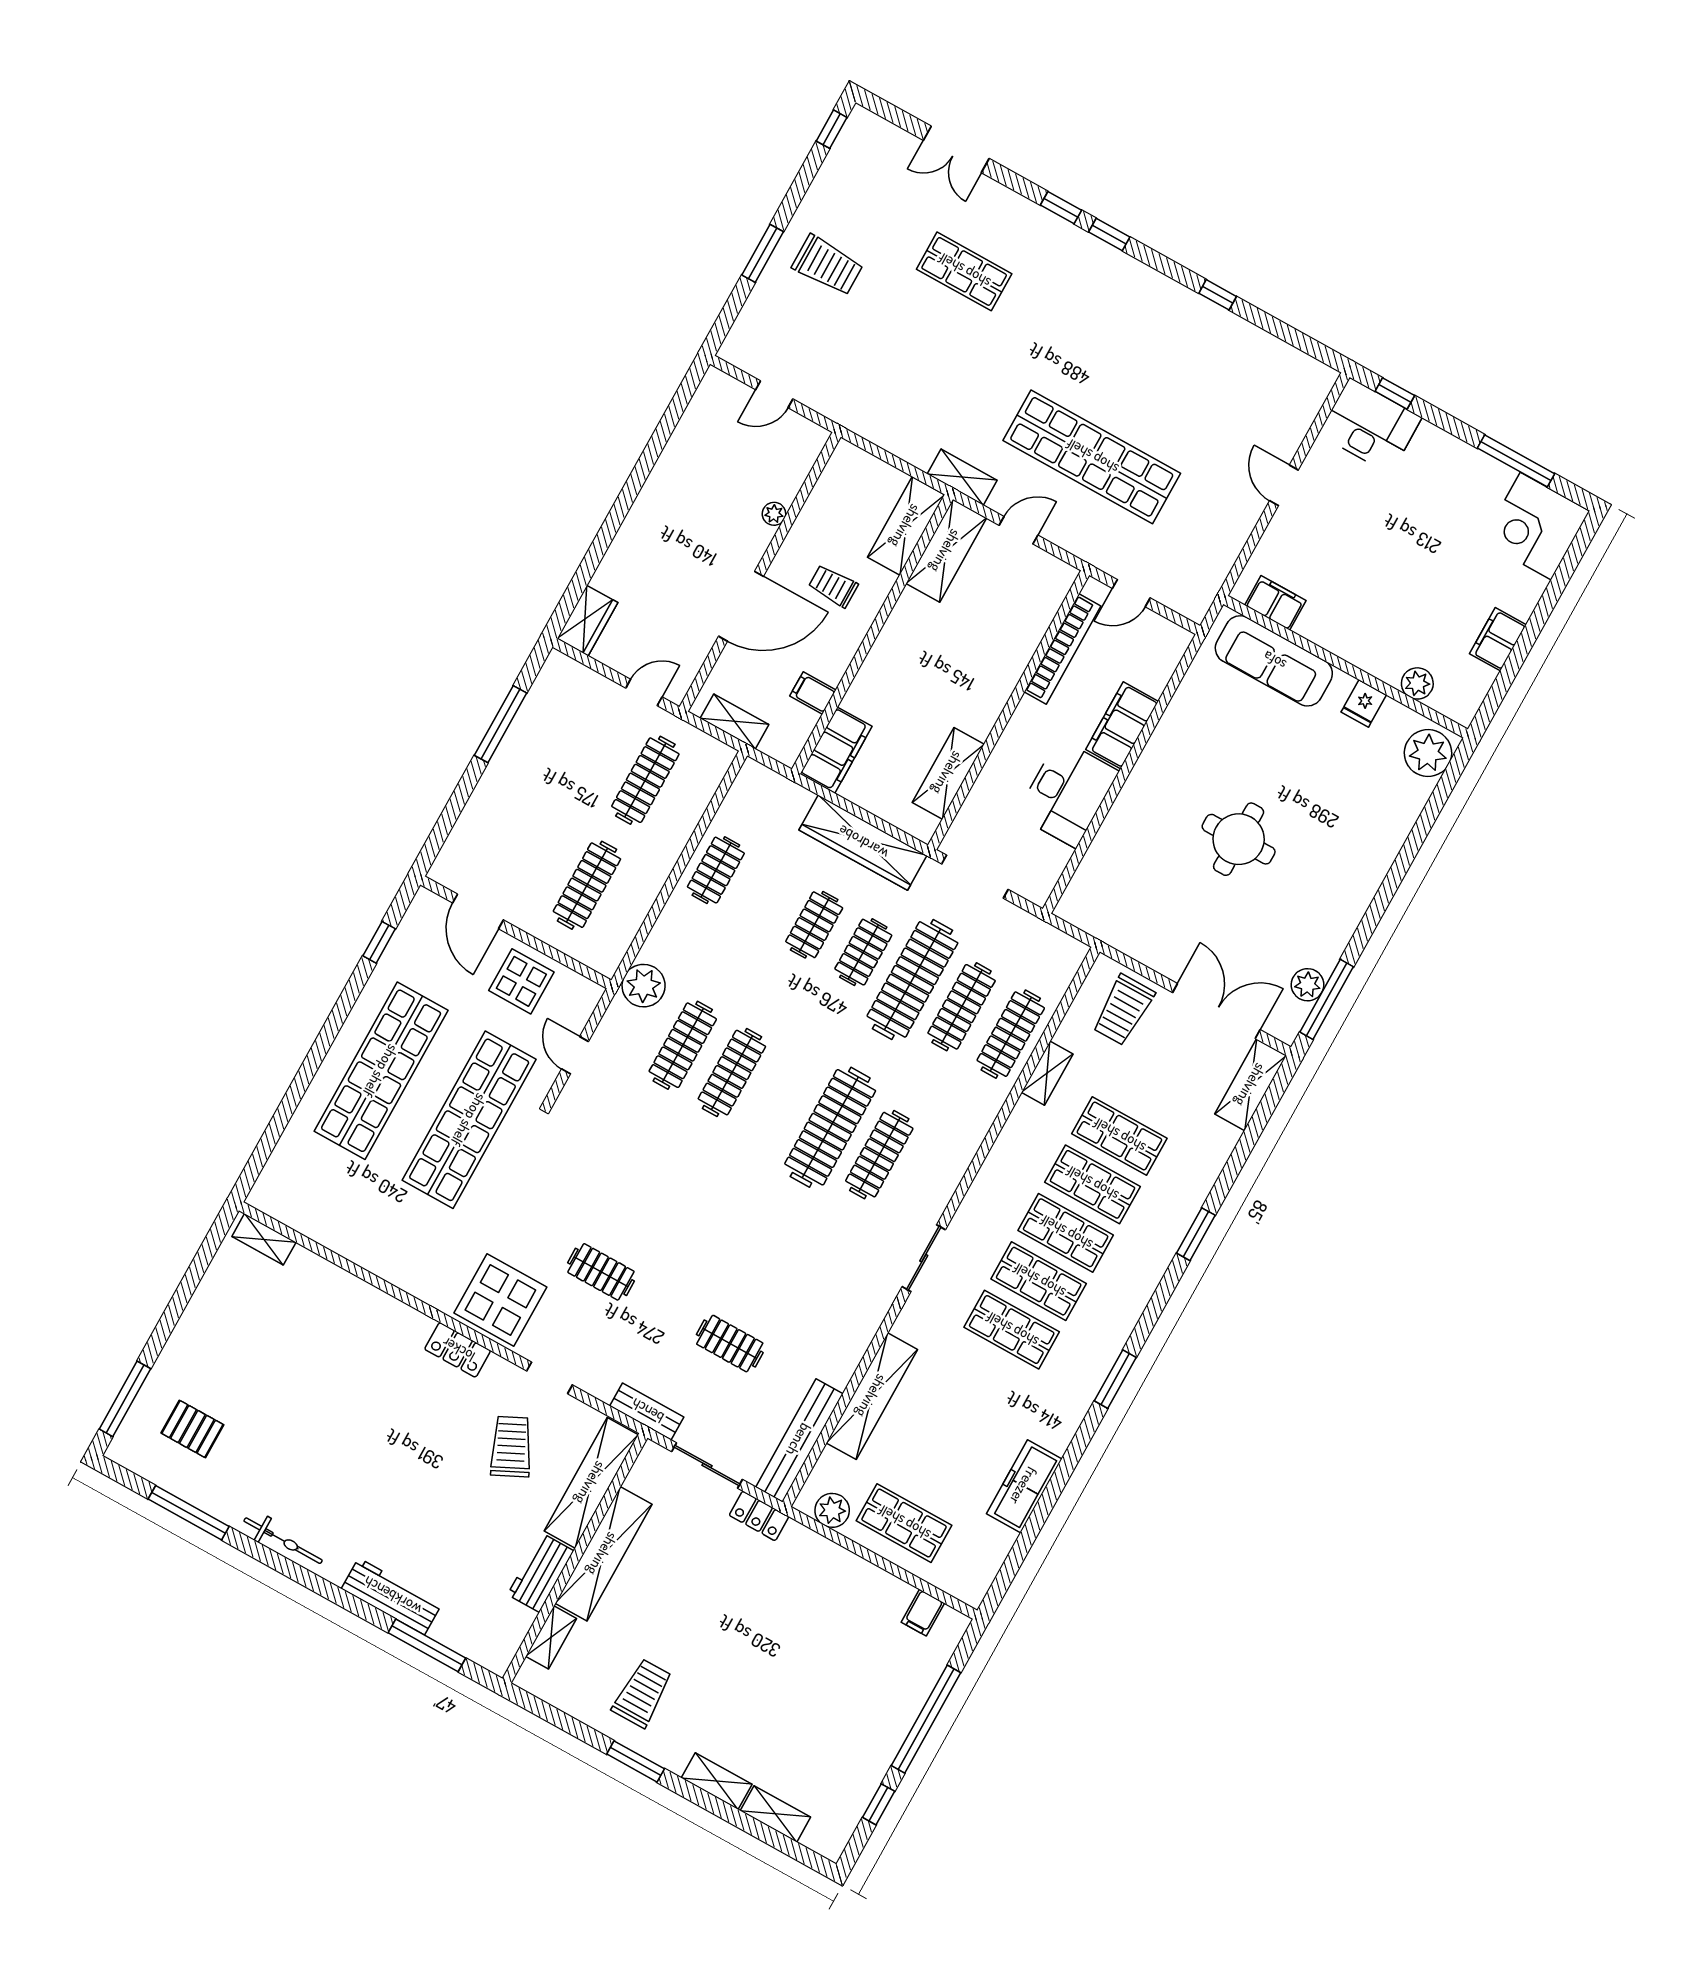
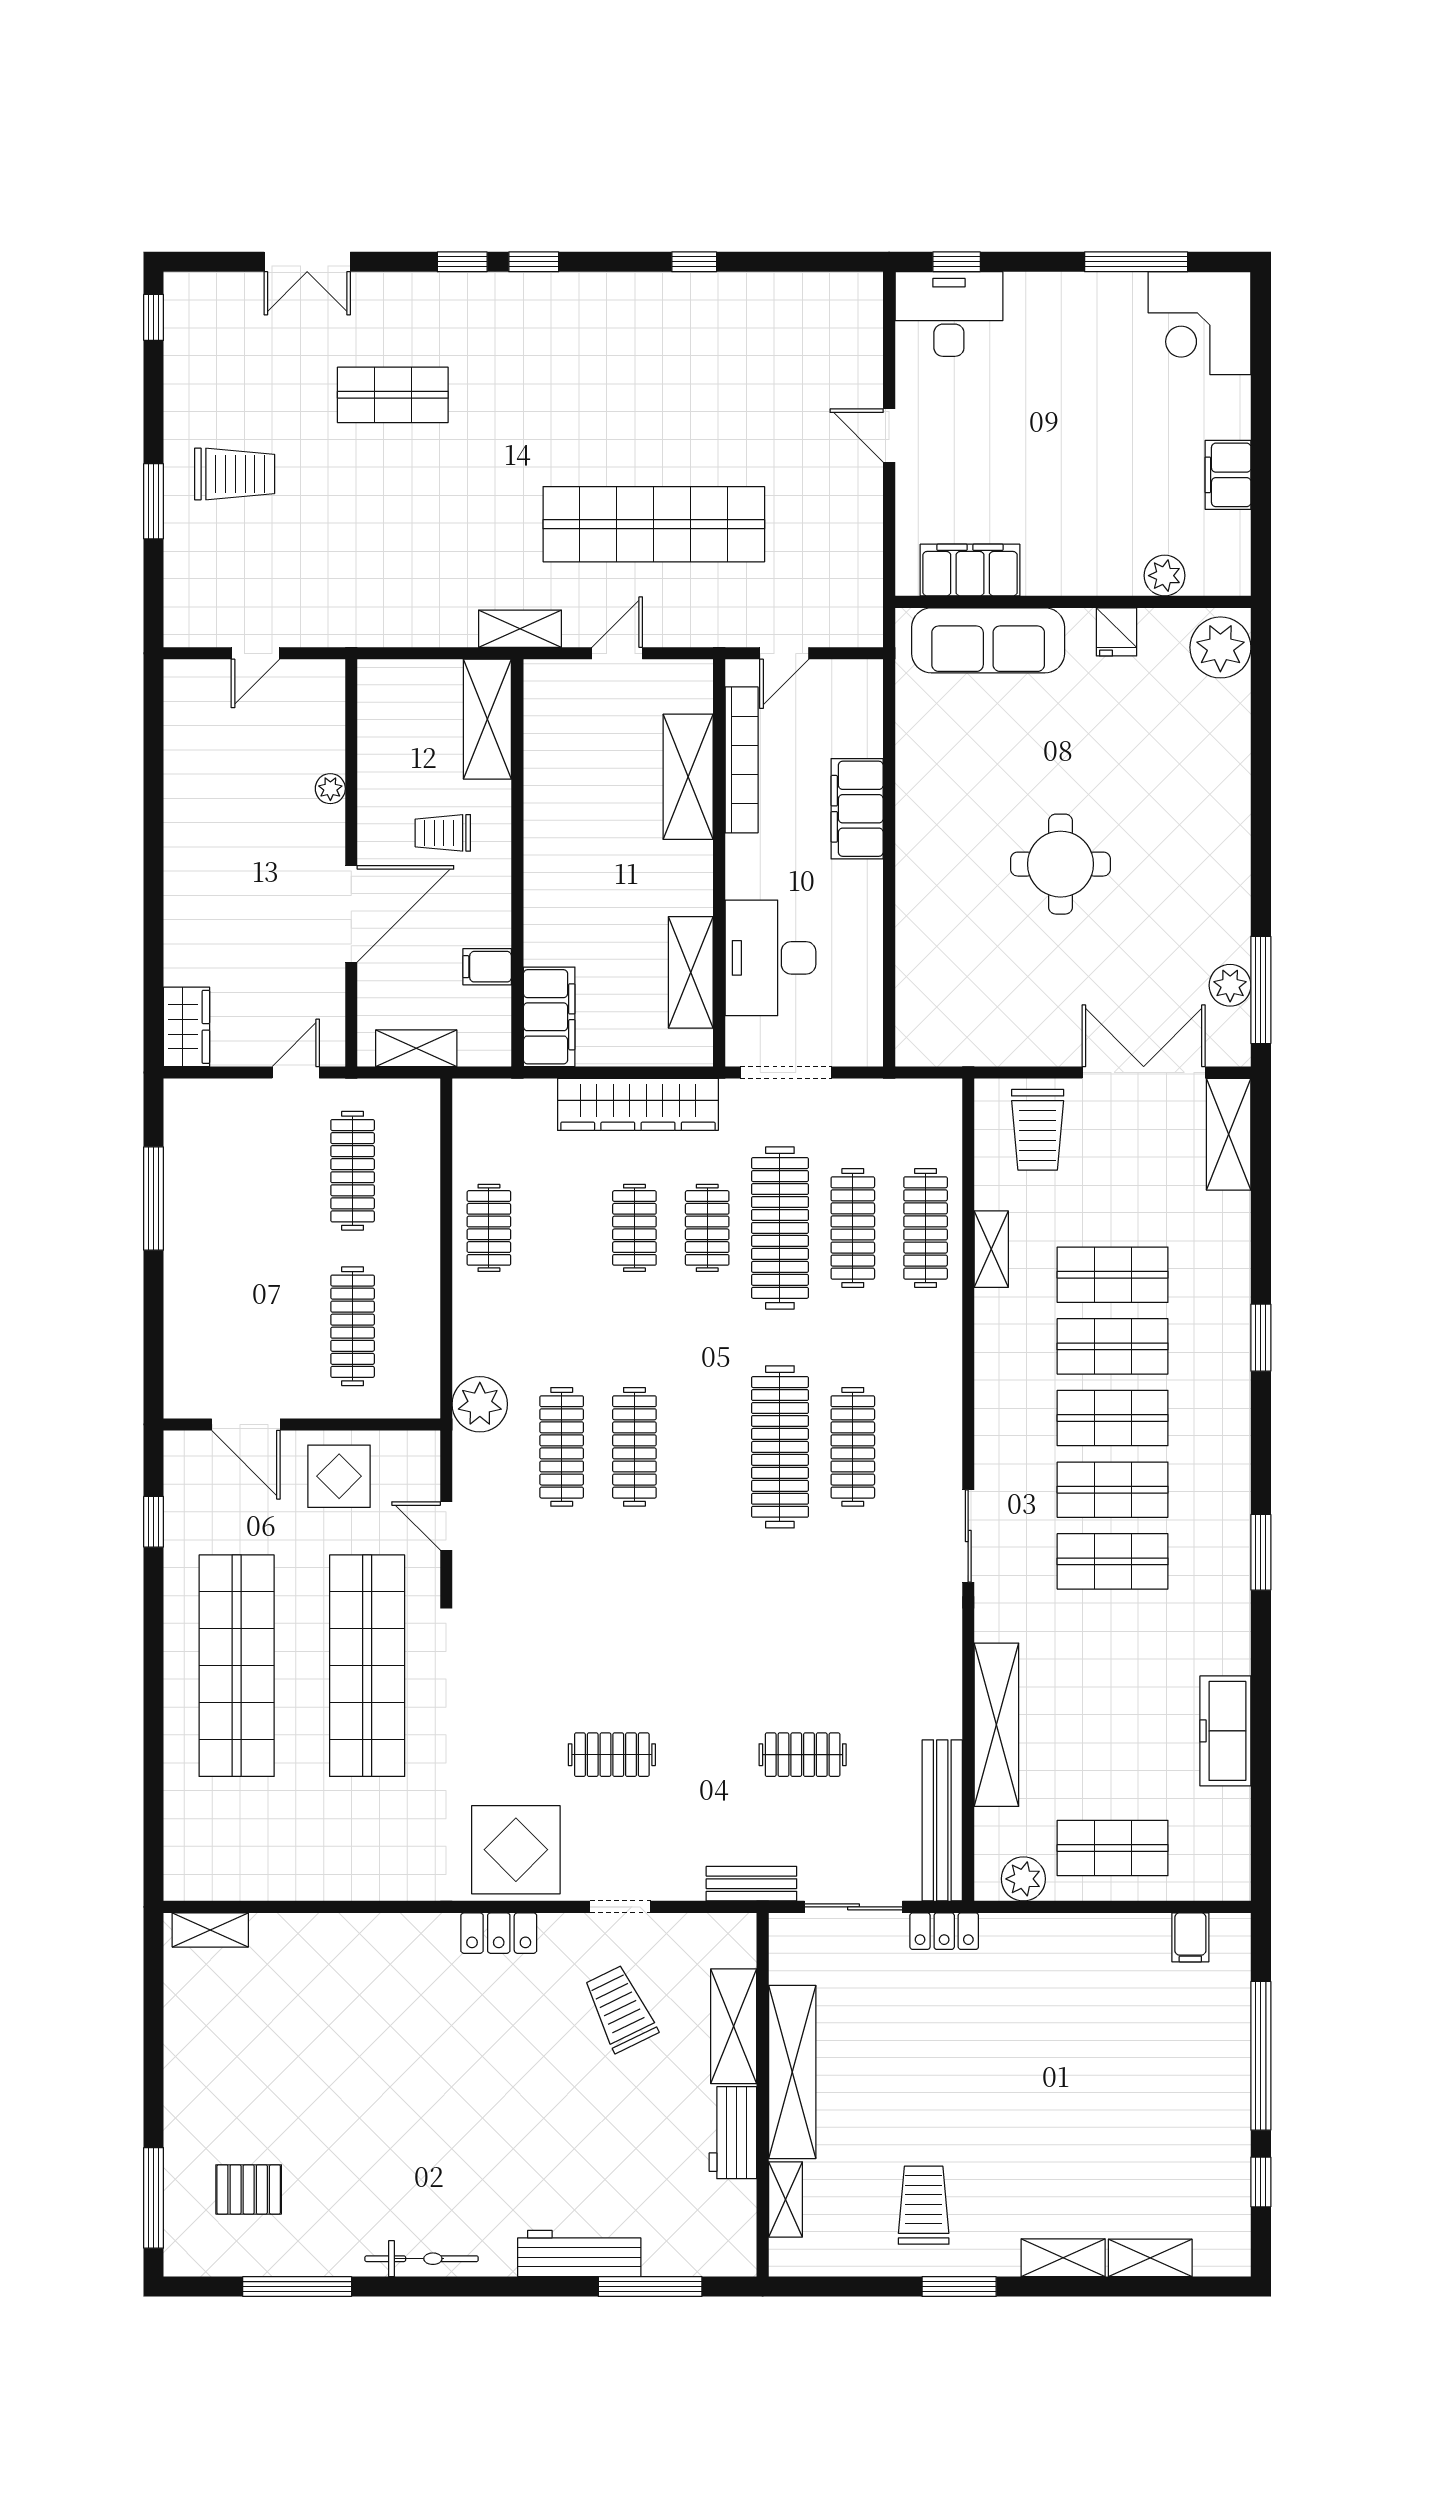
shelving: (946, 551) -> (688, 777), moved
filing cabinet: (1275, 603) -> (970, 570), width x1.50, depth x1.17
desk: (1067, 793) -> (770, 958), moved, turned 180
shelving: (591, 1483) -> (734, 2026), width x0.68

